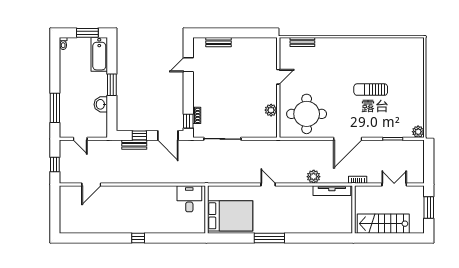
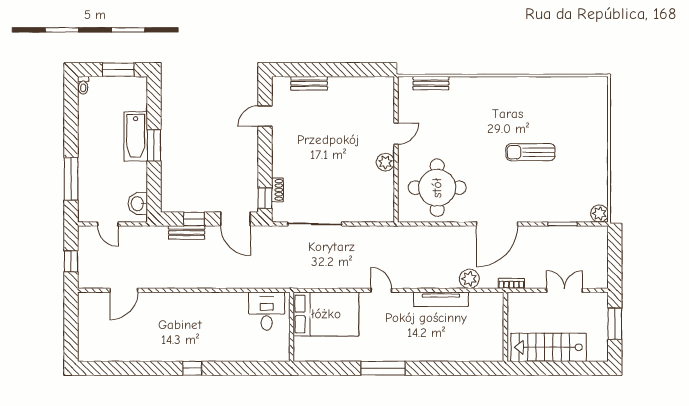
bathtub: (99, 54) -> (136, 136), moved
washbasin: (101, 104) -> (138, 204), moved
plant: (271, 110) -> (385, 162), moved
plant: (314, 177) -> (469, 279), moved
tv unit: (332, 191) -> (441, 299), moved
bed: (230, 216) -> (326, 314), moved

